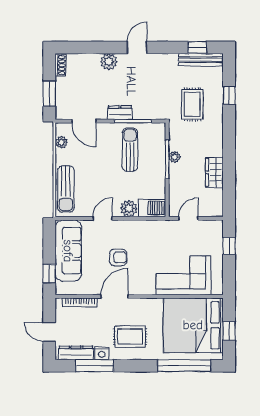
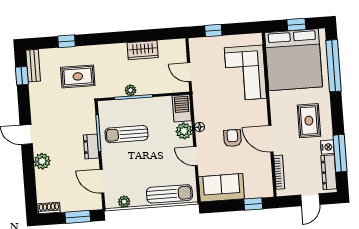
bench: (201, 60) -> (33, 66), width x0.73
door: (84, 121) -> (102, 181), swing flipped
floor lamp: (132, 225) -> (200, 127), added
sofa: (68, 251) -> (221, 188), width x0.73

